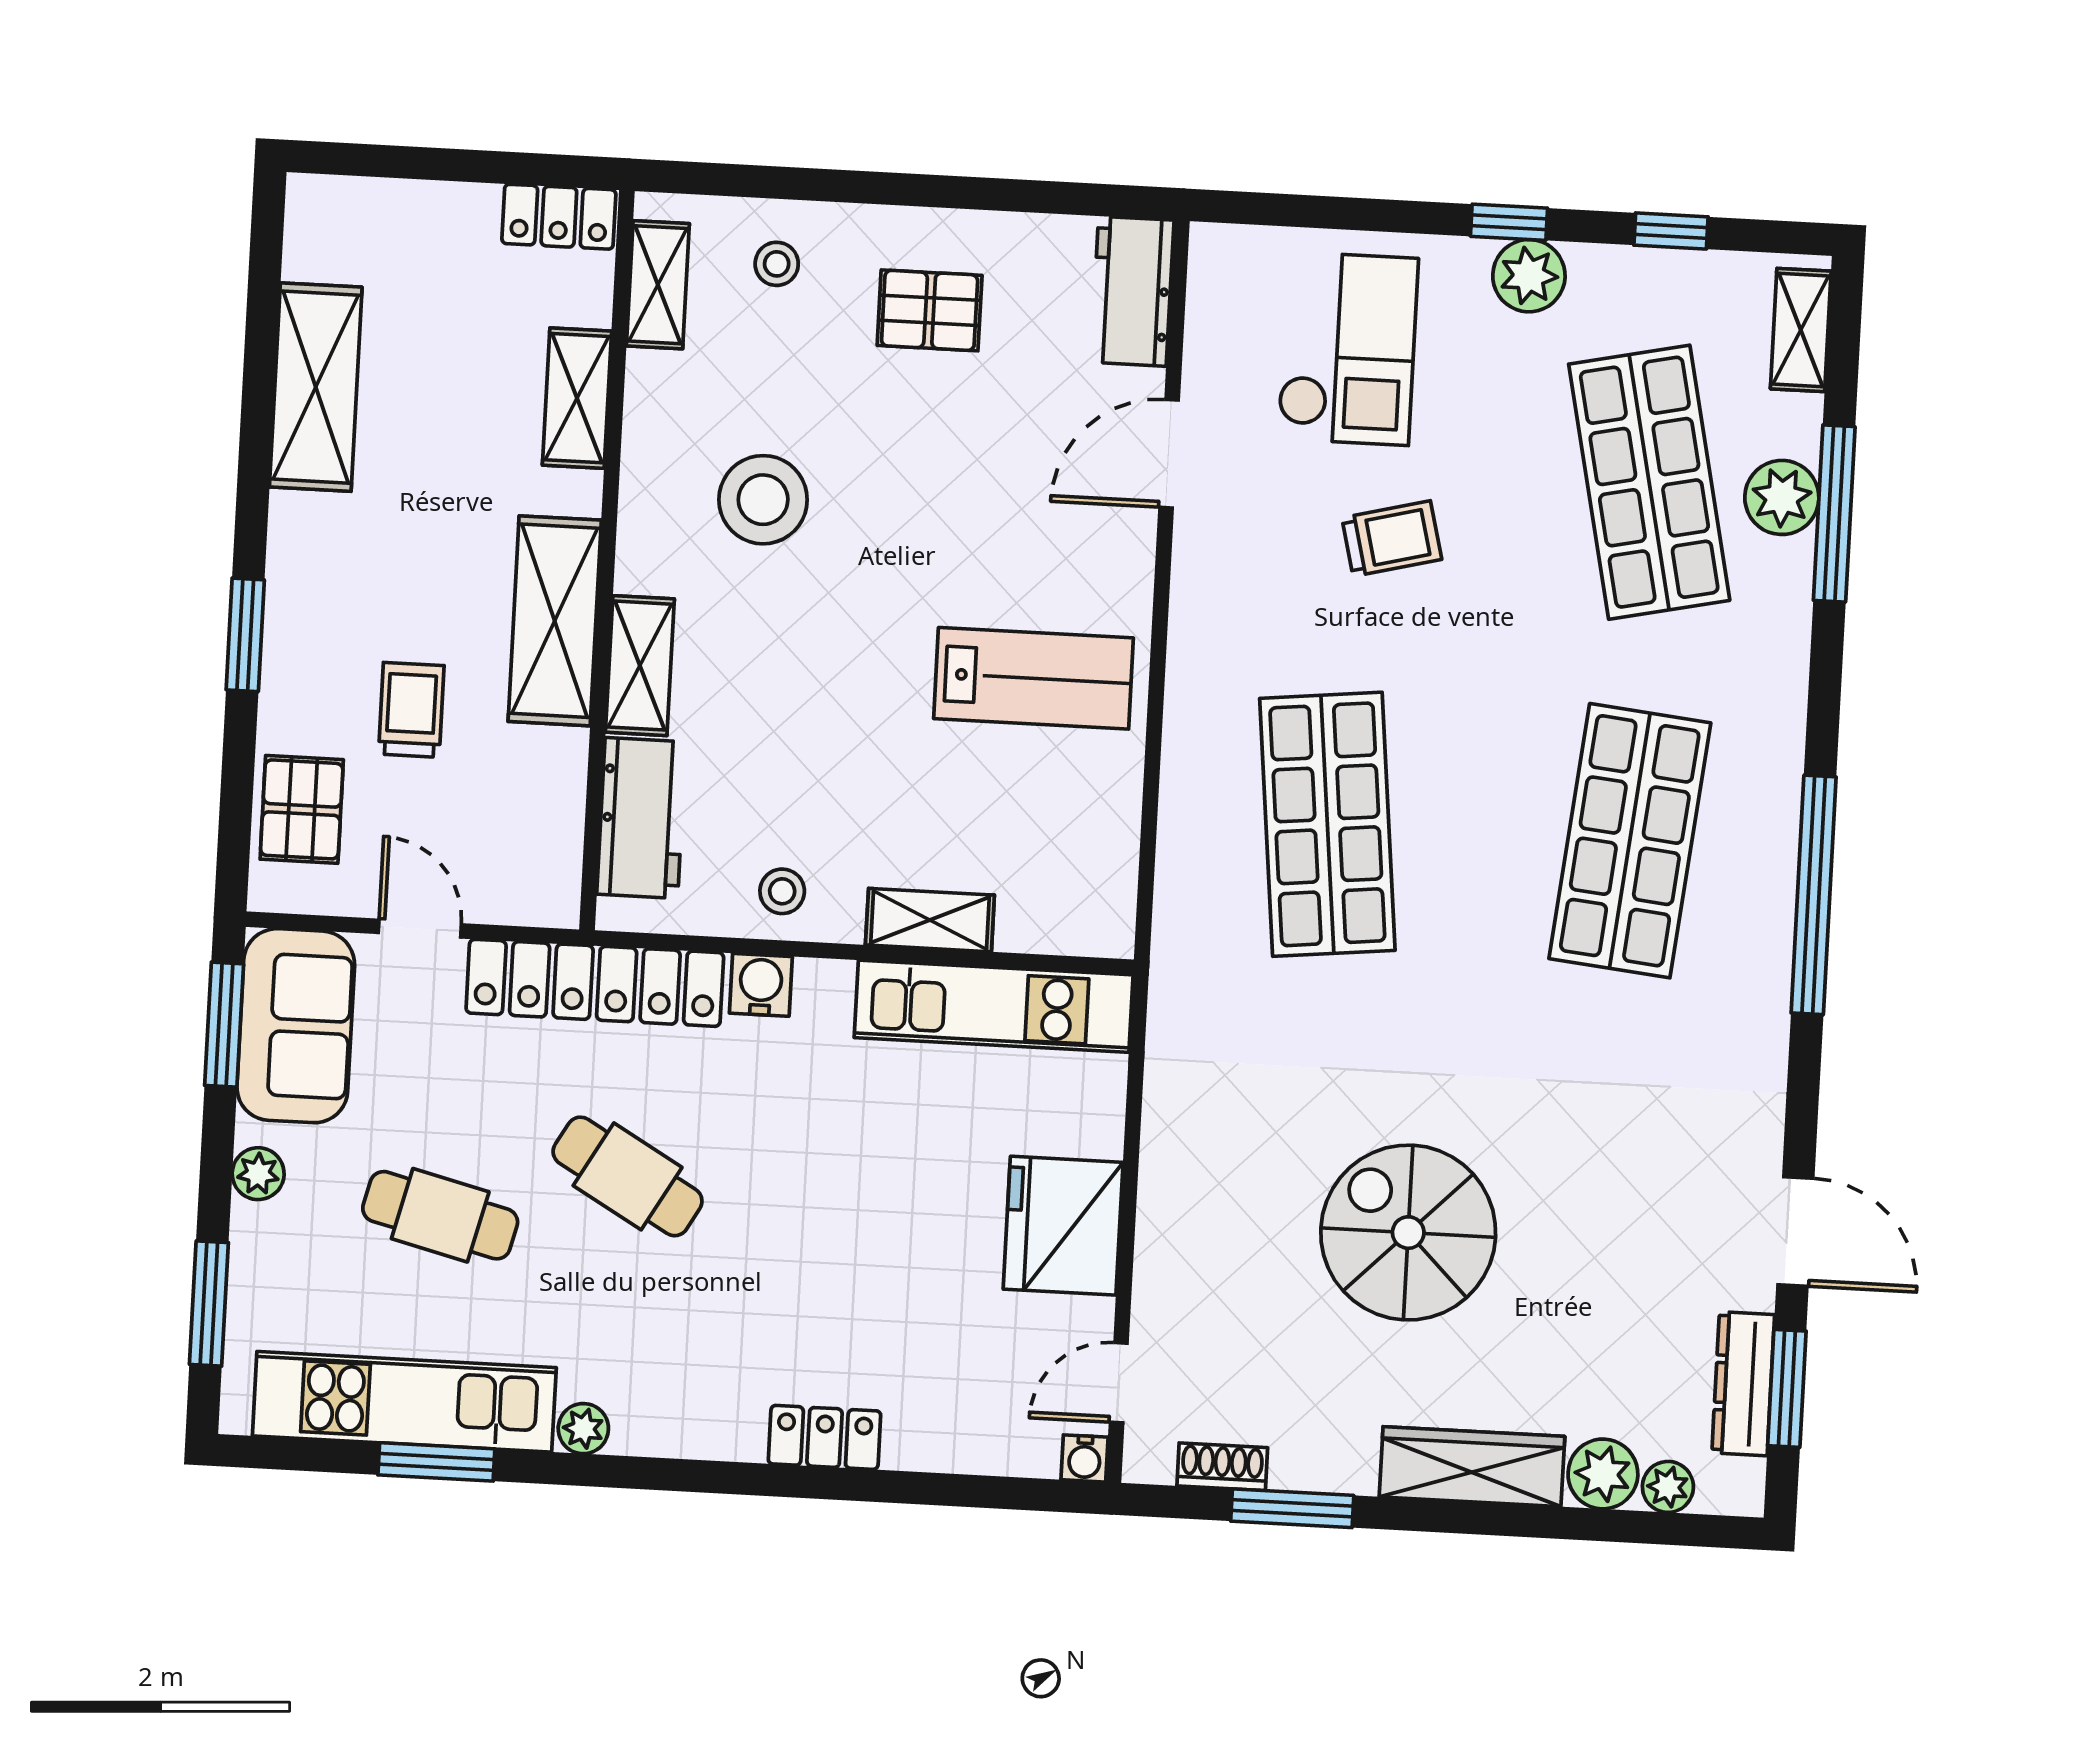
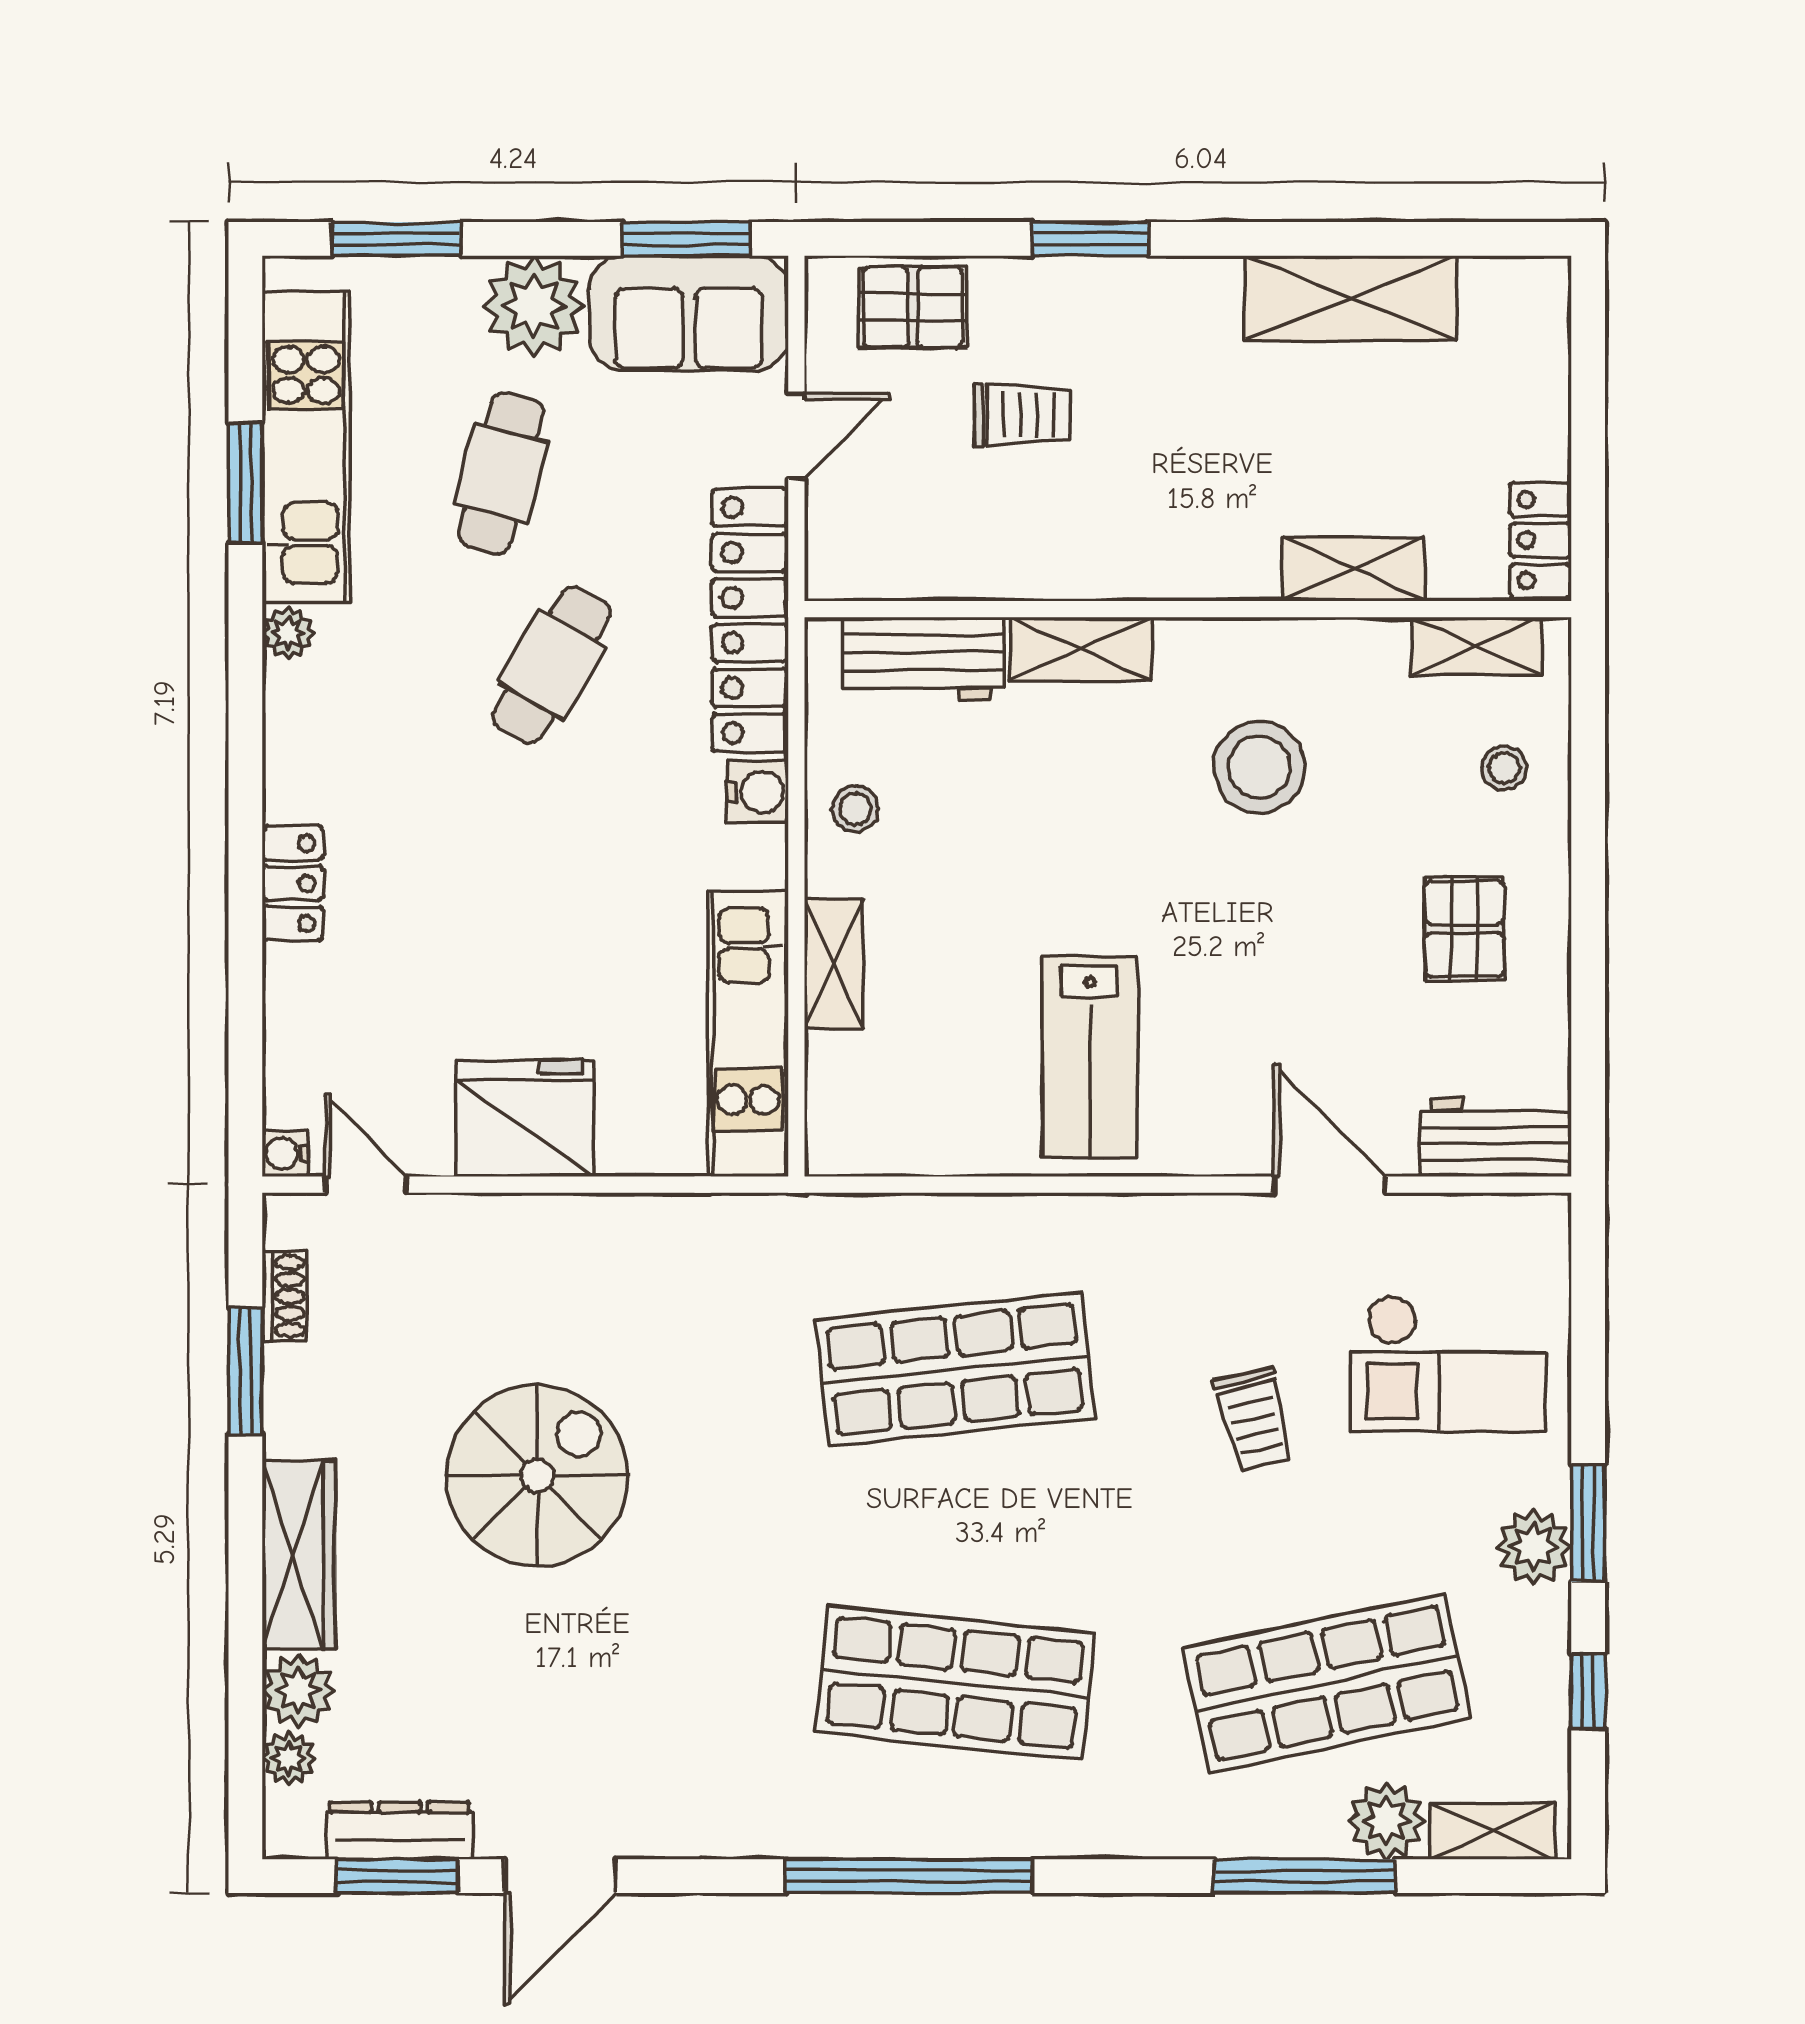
window: (1509, 222) -> (1588, 1523), width x1.50
plant: (1782, 497) -> (1387, 1821), moved
shelving: (555, 621) -> (1122, 558), removed
plant: (258, 1174) -> (534, 306), width x1.87, depth x1.87

